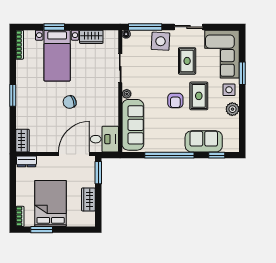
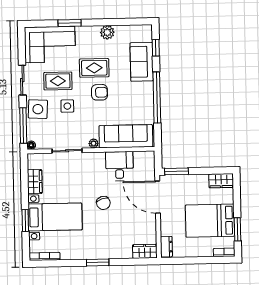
side table: (229, 90) -> (67, 106), moved
desk: (104, 139) -> (119, 166), moved
wardrobe: (88, 199) -> (221, 181), moved

